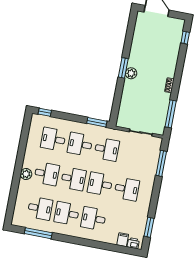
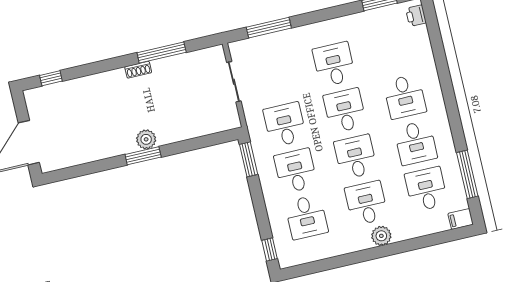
window: (171, 114) -> (162, 52), moved
desk: (80, 144) -> (296, 171), turned 180
desk: (100, 184) -> (345, 111), turned 180
filing cabinet: (123, 240) -> (461, 219), moved

